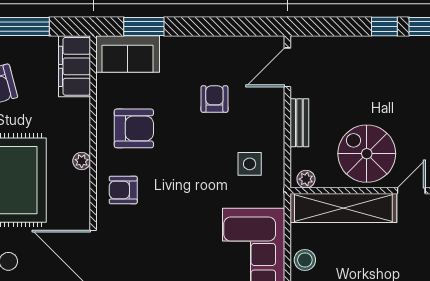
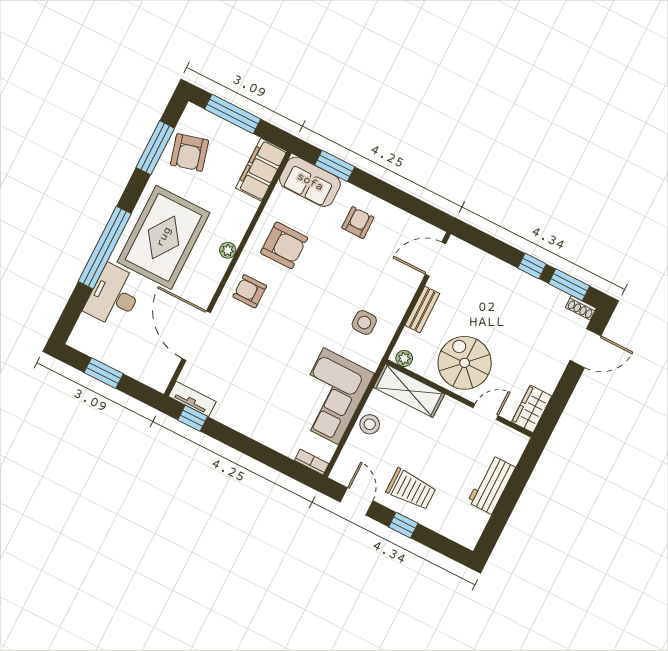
armchair: (214, 99) -> (358, 223), moved
shelving: (343, 208) -> (409, 391), width x0.68

